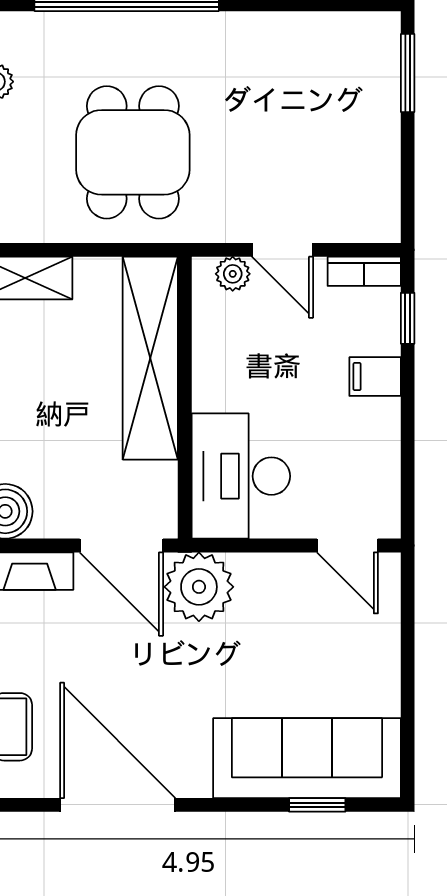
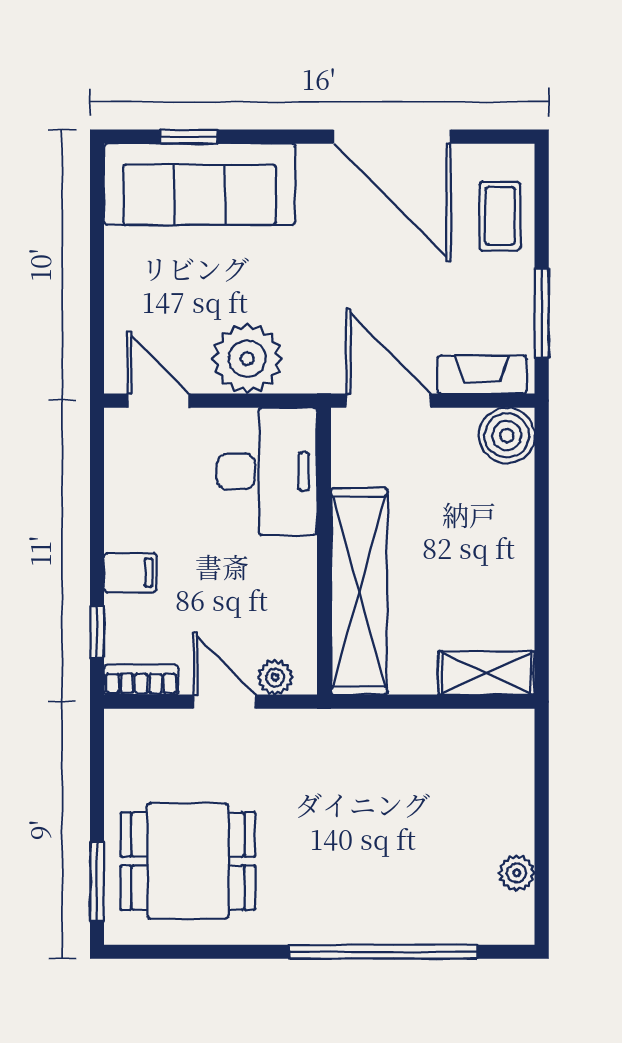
dining table: (133, 152) -> (188, 861), moved, turned 90
plant: (199, 587) -> (247, 359), moved

